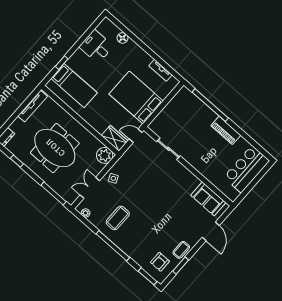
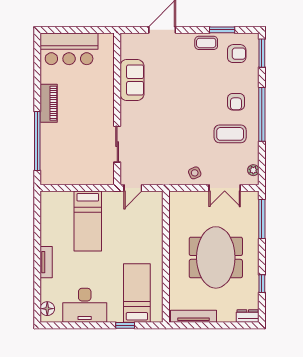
floor lamp: (123, 38) -> (47, 309), moved
desk: (96, 46) -> (85, 305), width x1.37
tv unit: (160, 70) -> (46, 262), moved
bed: (136, 98) -> (88, 221), width x0.67
door: (136, 136) -> (133, 188), hinge flipped
wardrobe: (115, 138) -> (154, 207), removed
plant: (105, 155) -> (179, 202), removed
sofa: (208, 199) -> (132, 80), moved
armchair: (133, 237) -> (236, 102), added

